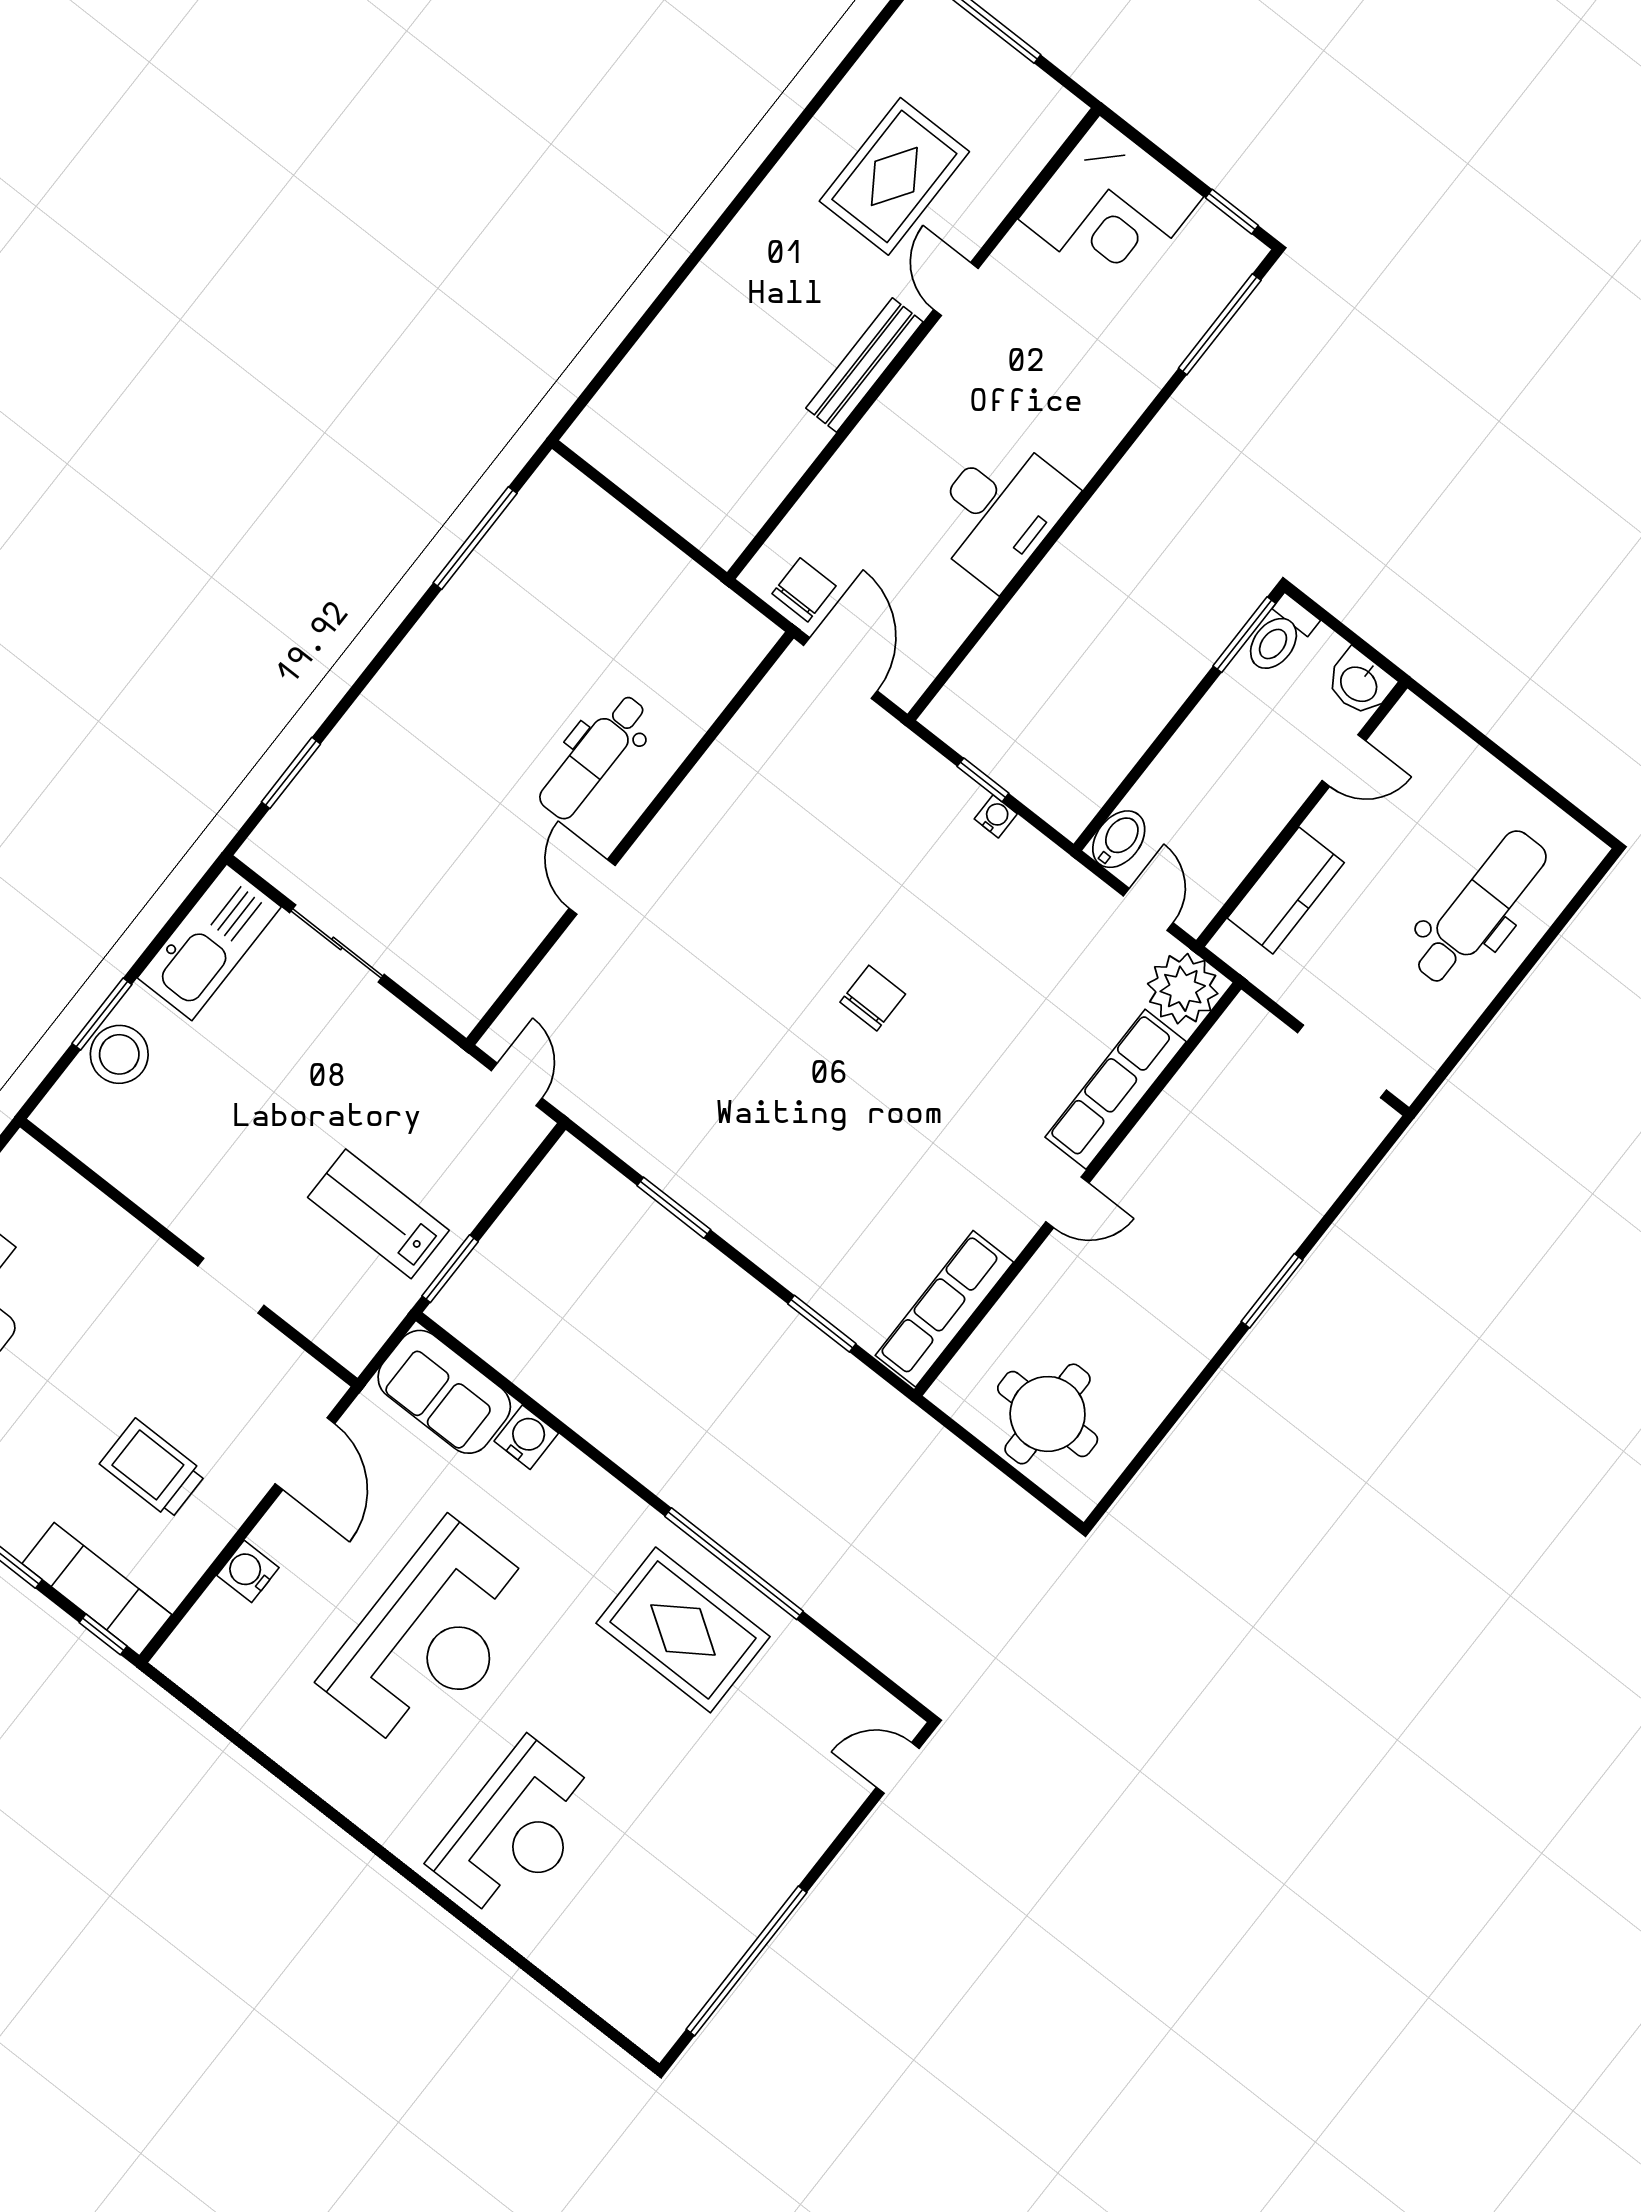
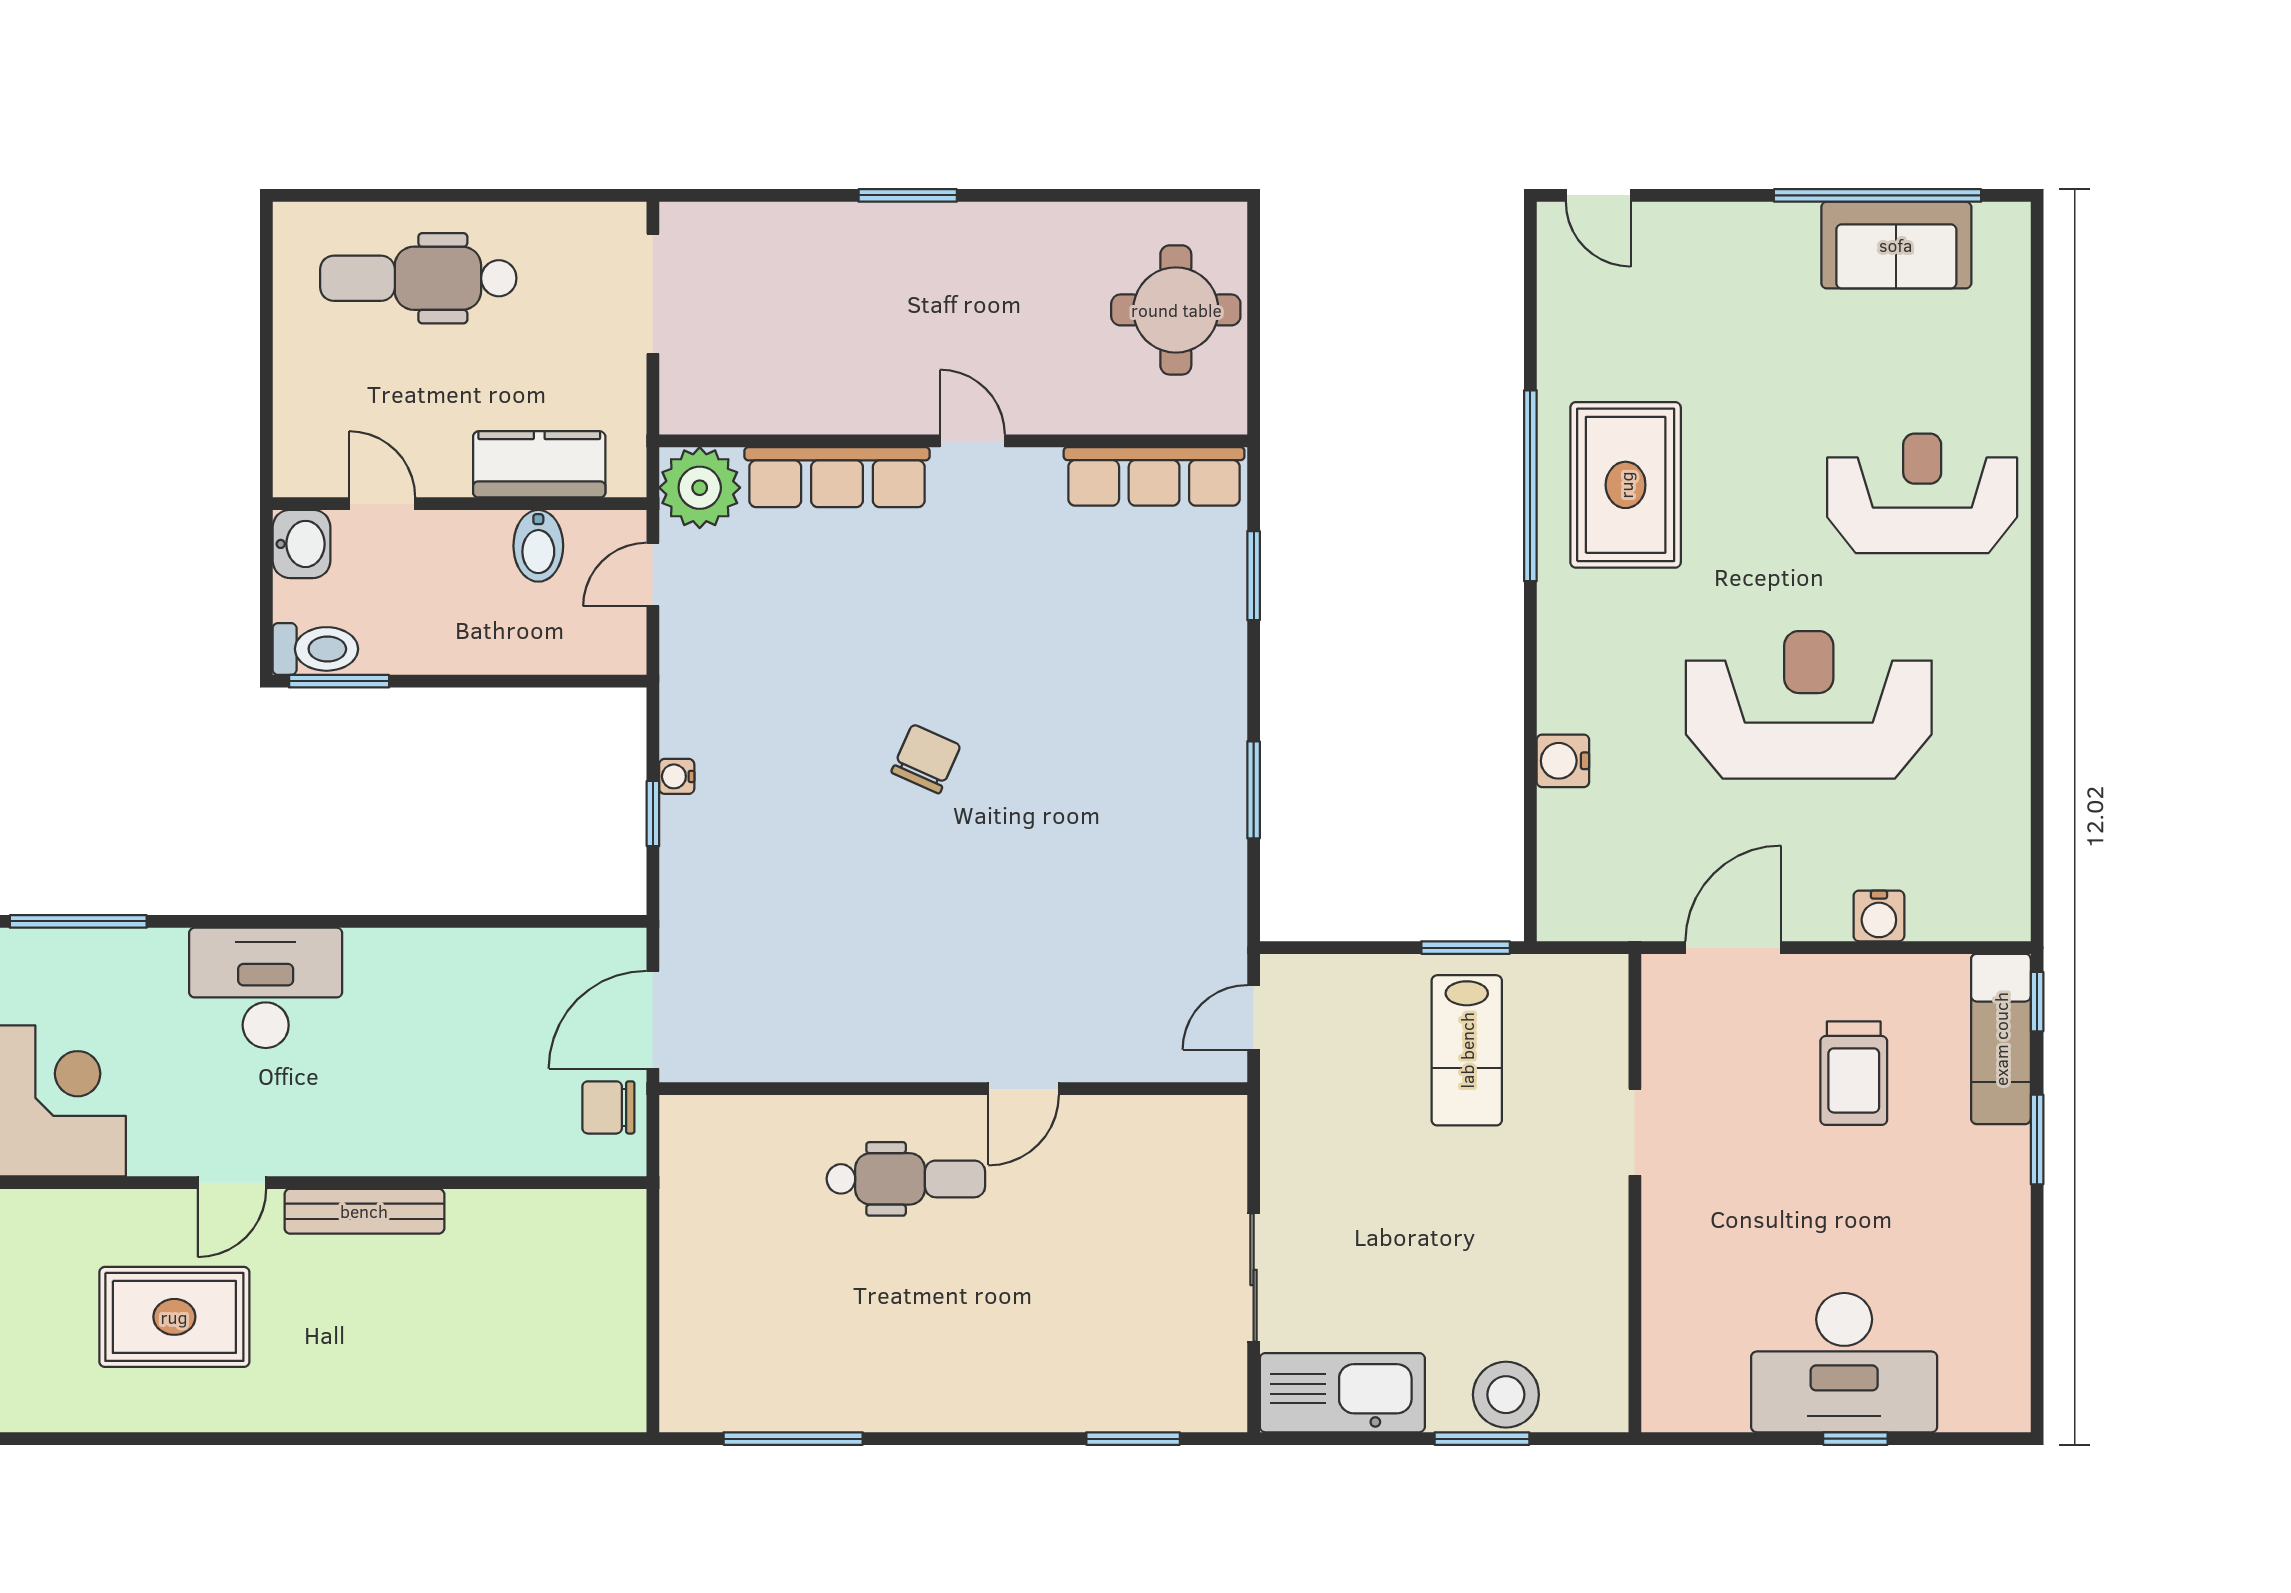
desk: (999, 511) -> (266, 988), moved
bidet: (1119, 839) -> (538, 546), moved, turned -90
chair: (873, 998) -> (926, 759), turned 114
sofa: (444, 1392) -> (1896, 245), moved, turned 90

